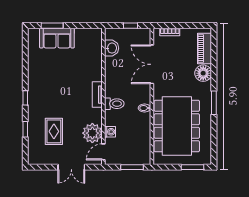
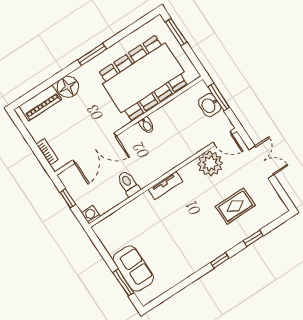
washbasin: (112, 48) -> (210, 105), moved, turned -90
toilet: (114, 104) -> (128, 184), moved
washing machine: (110, 132) -> (91, 215), moved

